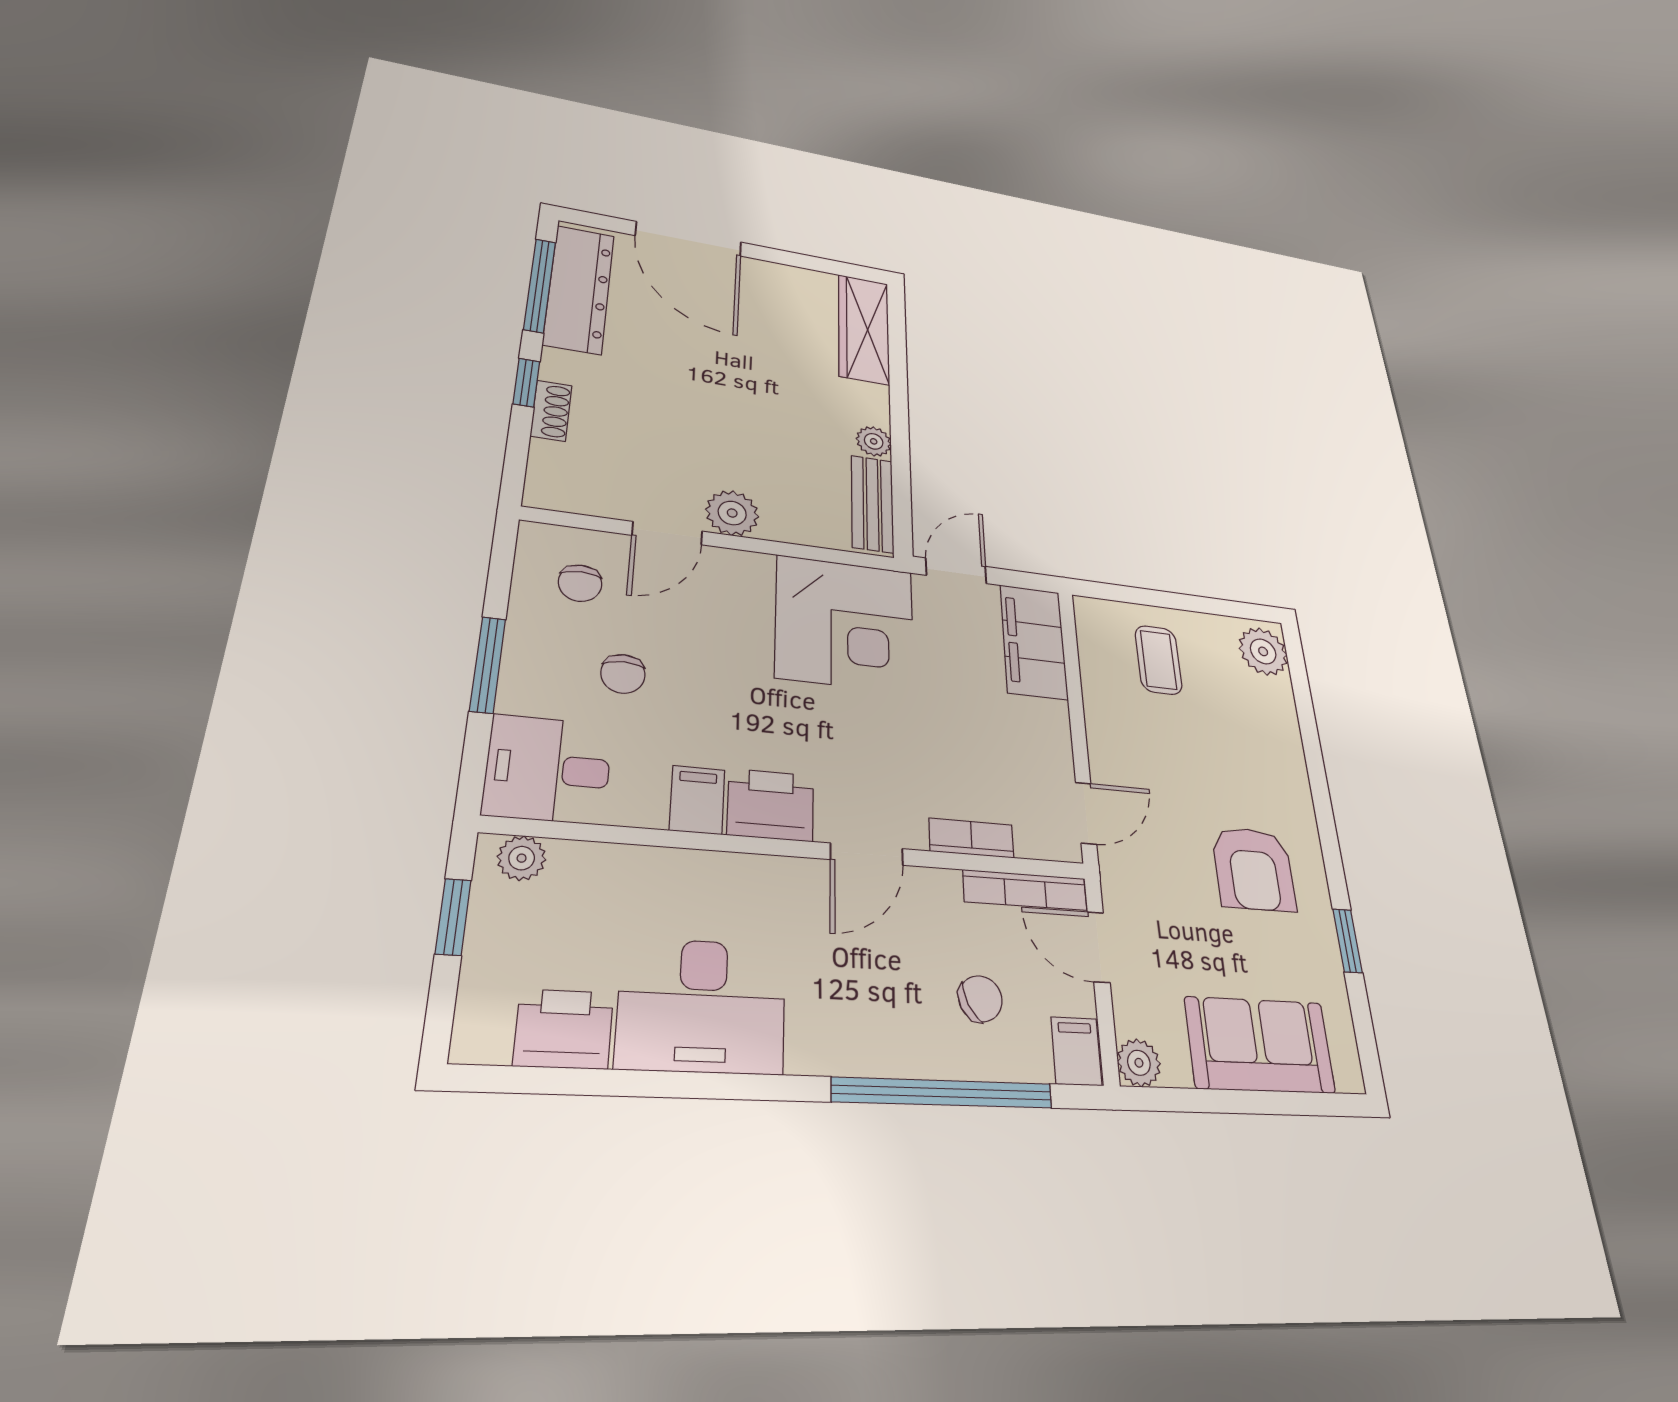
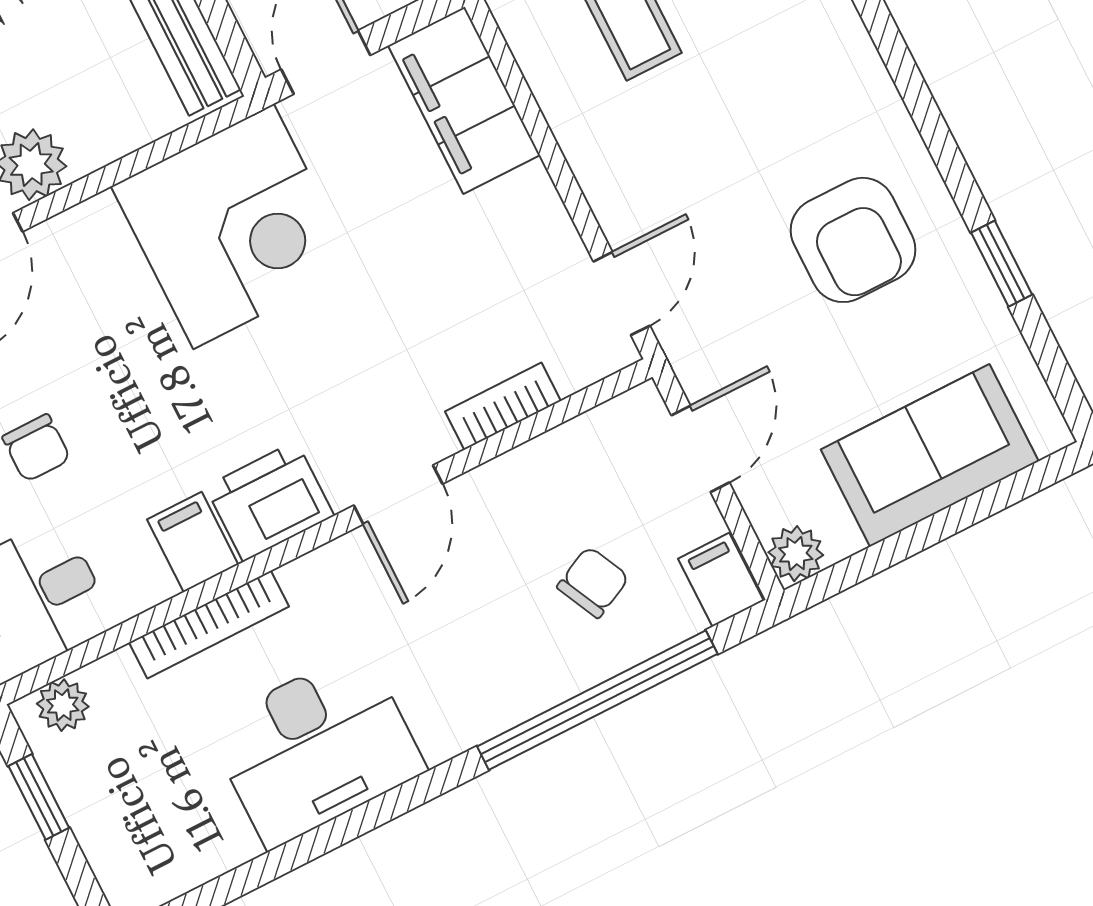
bookcase: (1025, 890) -> (209, 625), moved
door: (1099, 947) -> (700, 449), swing flipped
printer: (564, 1029) -> (202, 841), removed

